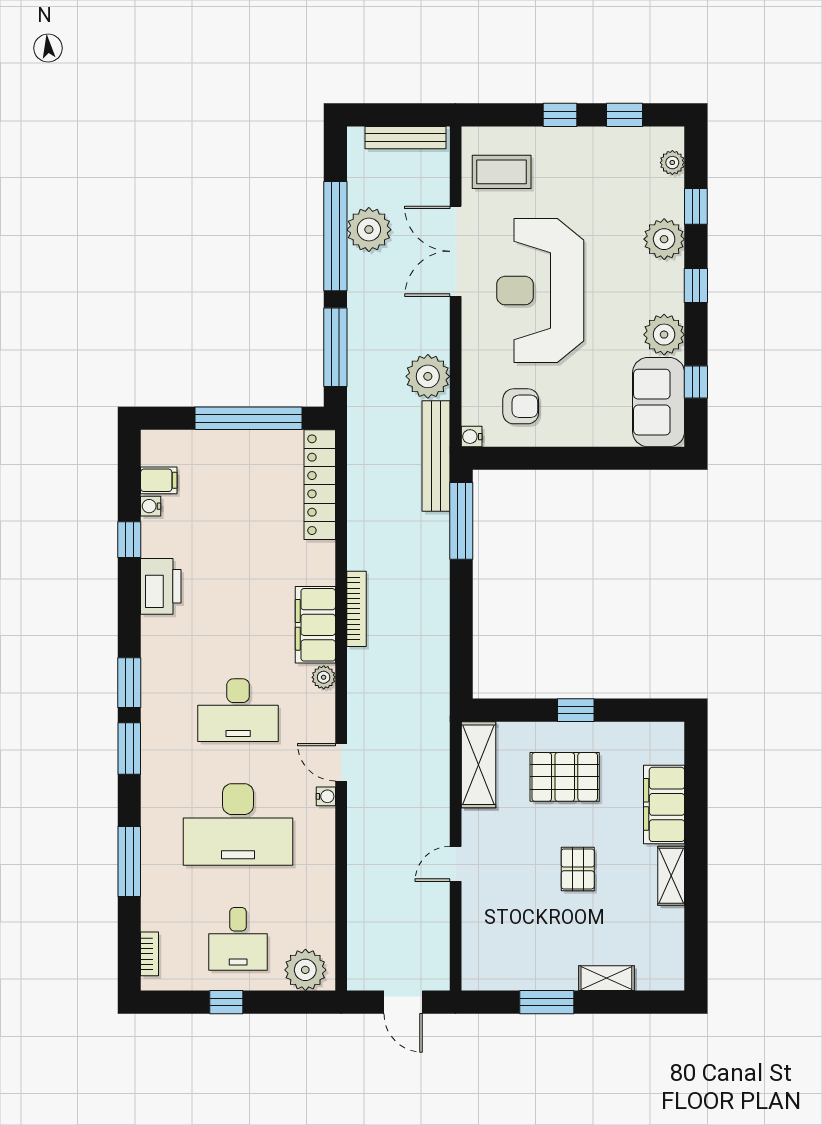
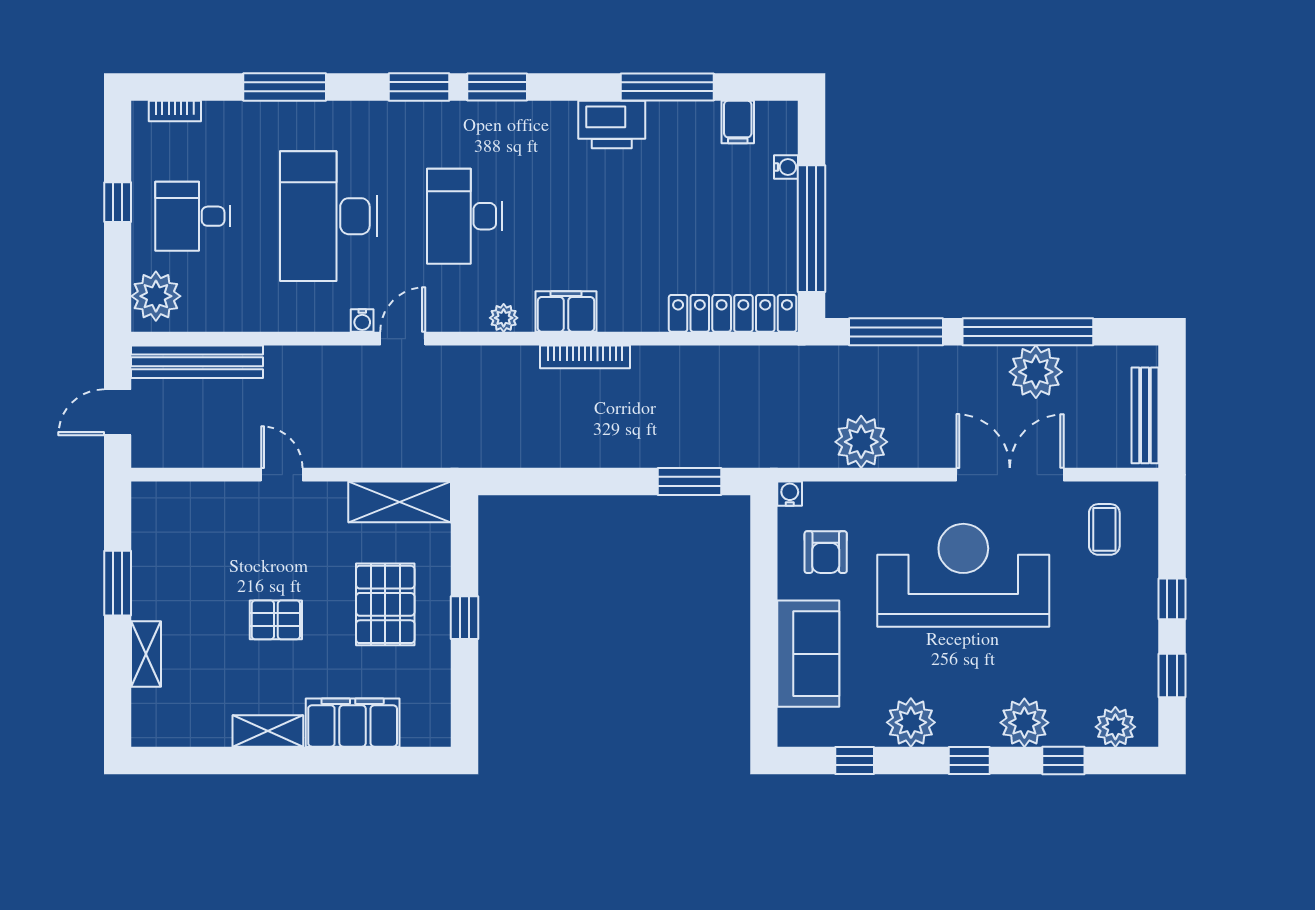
plant: (672, 163) -> (1115, 727), width x1.38, depth x1.38
coffee table: (502, 172) -> (1104, 529), width x0.73, depth x0.77
sofa: (659, 402) -> (808, 654), moved, turned 90
bench: (436, 456) -> (197, 362), moved
water cooler: (151, 506) -> (786, 167), moved, turned 90
window: (461, 521) -> (690, 481), width x0.69
window: (129, 540) -> (667, 87), width x2.17
filing cabinet: (315, 625) -> (566, 312), width x0.67, depth x0.86

